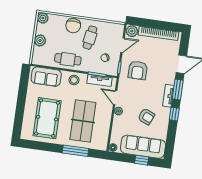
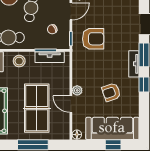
armchair: (138, 70) -> (93, 39), turned -90
door: (115, 98) -> (71, 104), moved
armchair: (146, 117) -> (111, 92), turned 138

